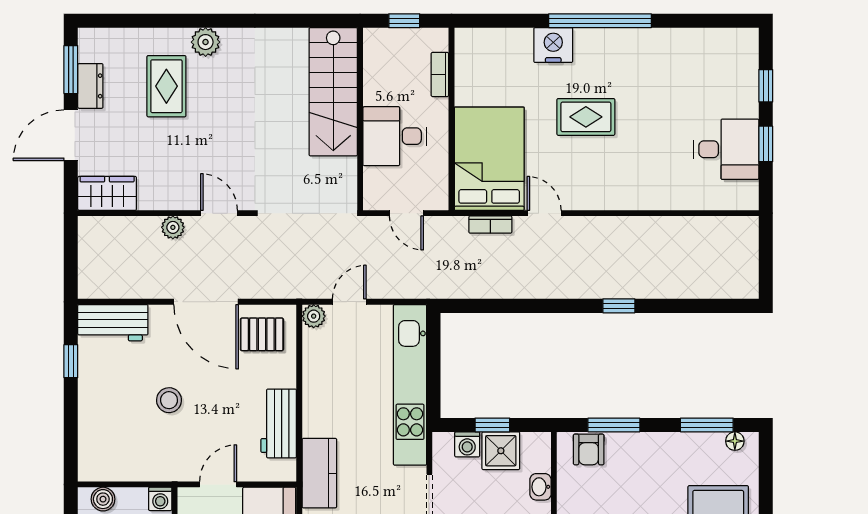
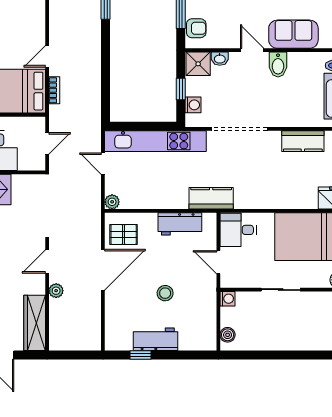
wardrobe: (107, 193) -> (35, 323), width x1.50
door: (349, 302) -> (103, 164), moved
workbench: (113, 323) -> (156, 339), moved, turned -90
pallet: (262, 334) -> (124, 234), turned 90
shower: (501, 451) -> (198, 64), moved

